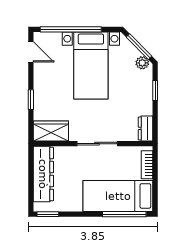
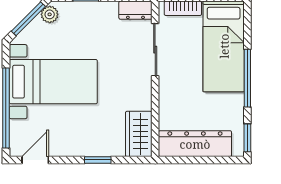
sliding door: (97, 144) -> (155, 50), moved
window: (124, 214) -> (247, 78), moved

